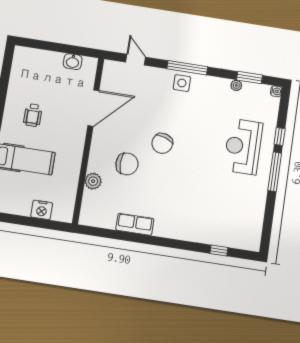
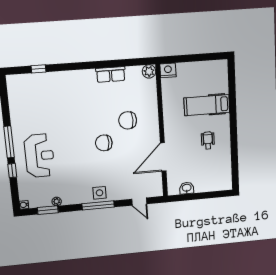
chair: (162, 143) -> (104, 143), turned -108
plant: (93, 181) -> (149, 71), moved
nightstand: (42, 210) -> (168, 70), moved

